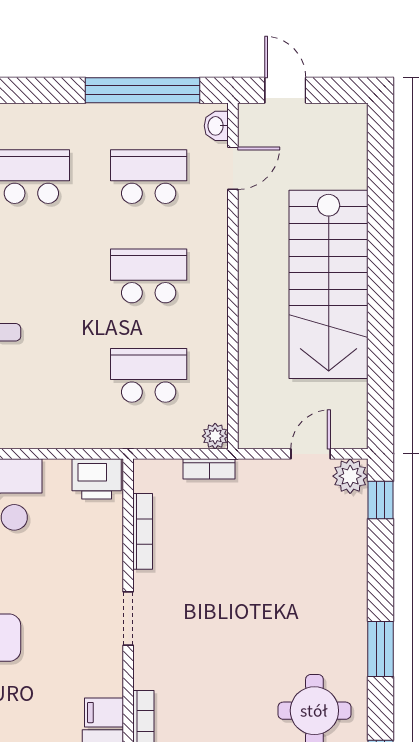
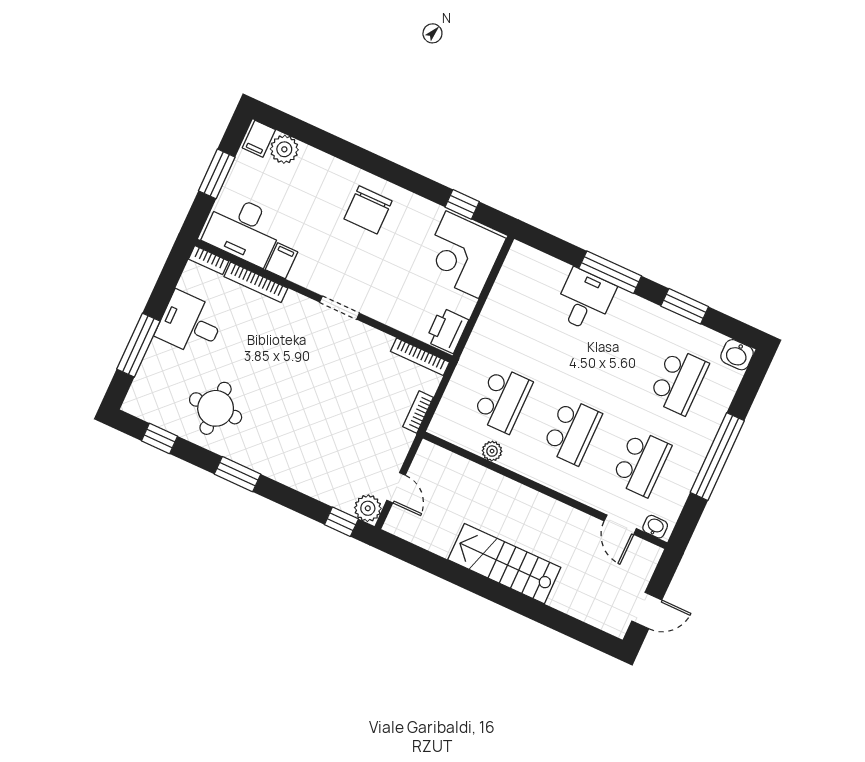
window: (143, 90) -> (717, 457), moved
door: (285, 90) -> (647, 611), moved
stairs: (329, 284) -> (504, 564), width x0.73, depth x0.66
plant: (215, 436) -> (492, 451), moved
bookcase: (143, 531) -> (420, 357), moved

